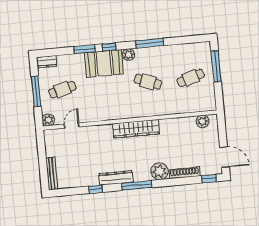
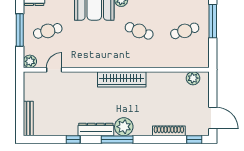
plant: (160, 171) -> (124, 127), moved

